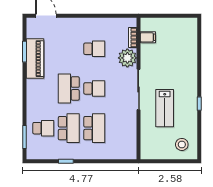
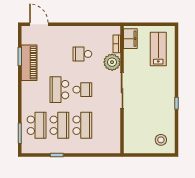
filing cabinet: (148, 37) -> (130, 39), width x2.00
school desk: (94, 49) -> (82, 54), turned 180
lab bench: (165, 108) -> (158, 49), moved, turned 180
school desk: (43, 128) -> (37, 125), width x1.85

